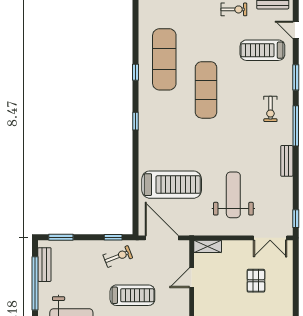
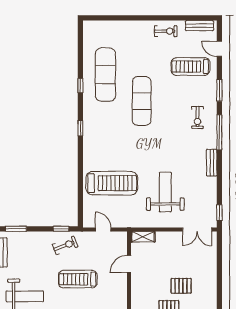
door: (162, 238) -> (103, 229), width x0.53
pallet: (256, 281) -> (181, 286), moved, turned 90
treadmill: (132, 295) -> (78, 279), turned 180

